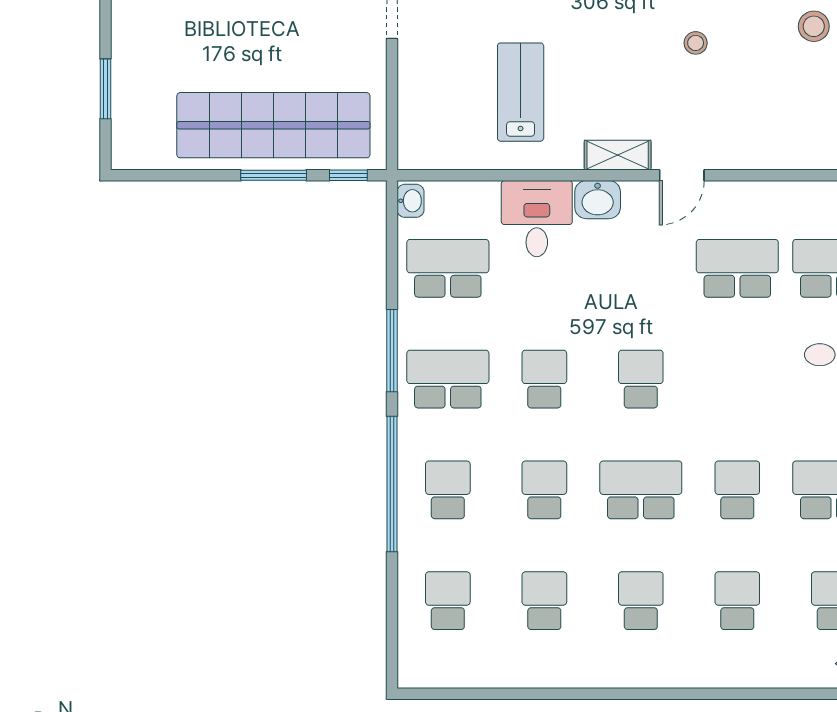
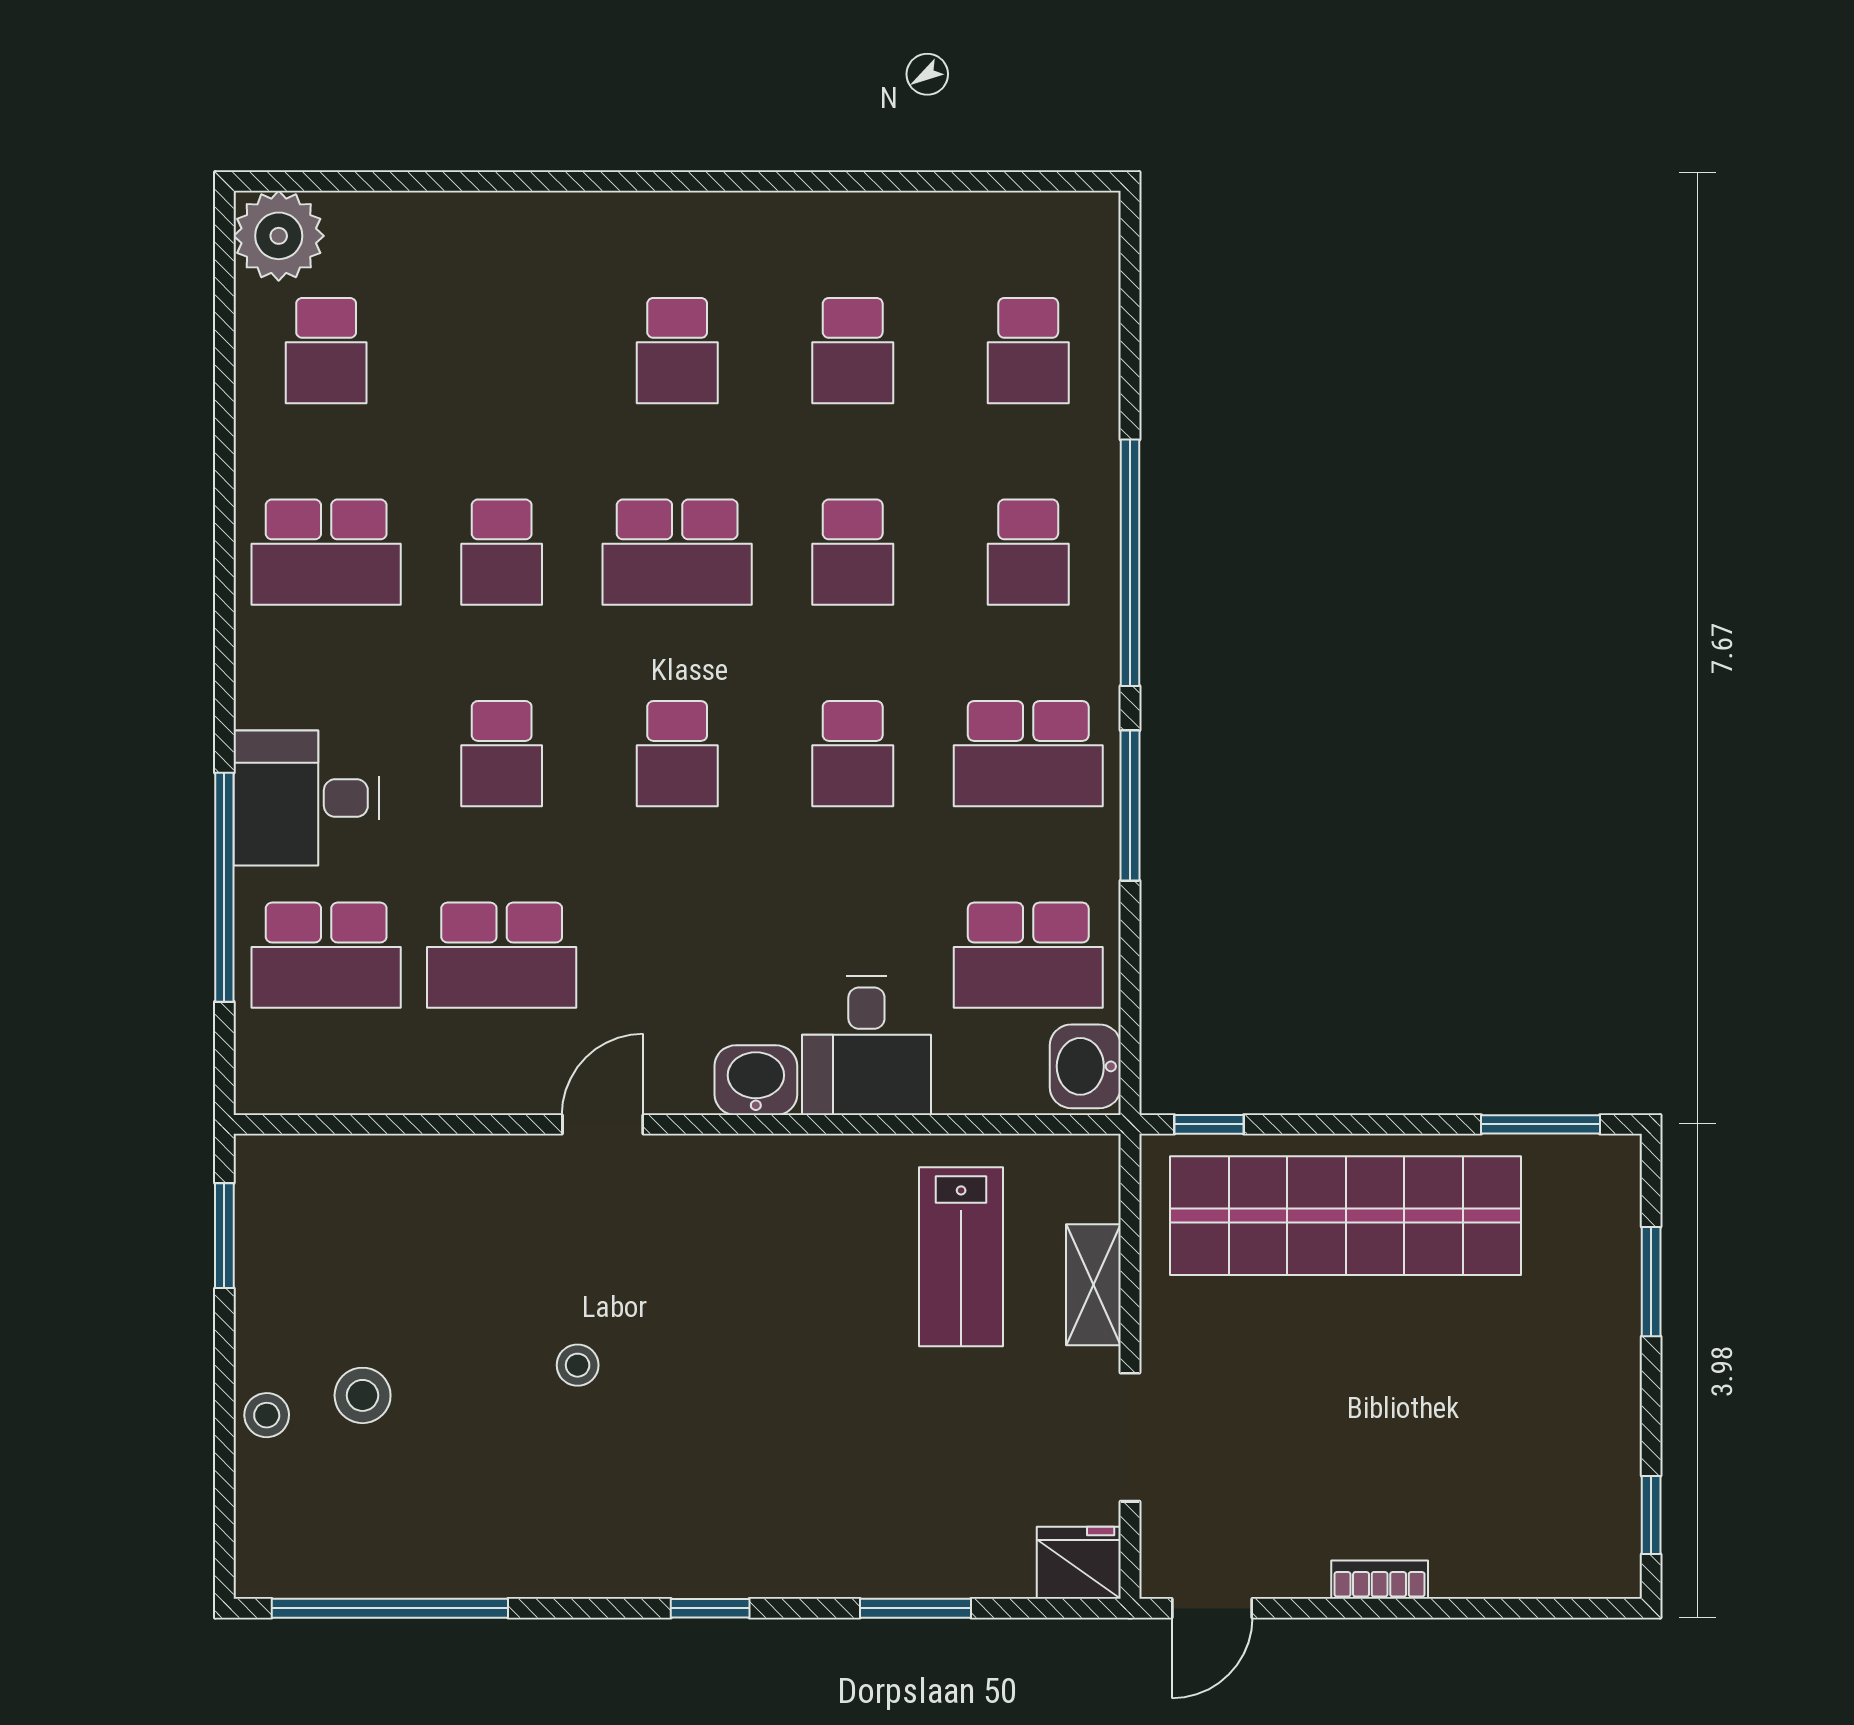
lab bench: (521, 92) -> (961, 1257), moved
shelving: (618, 155) -> (1093, 1285), moved, turned 90
window: (274, 175) -> (1540, 1124), moved
washbasin: (410, 201) -> (1085, 1066), width x1.38, depth x1.45
school desk: (737, 601) -> (502, 754), moved

